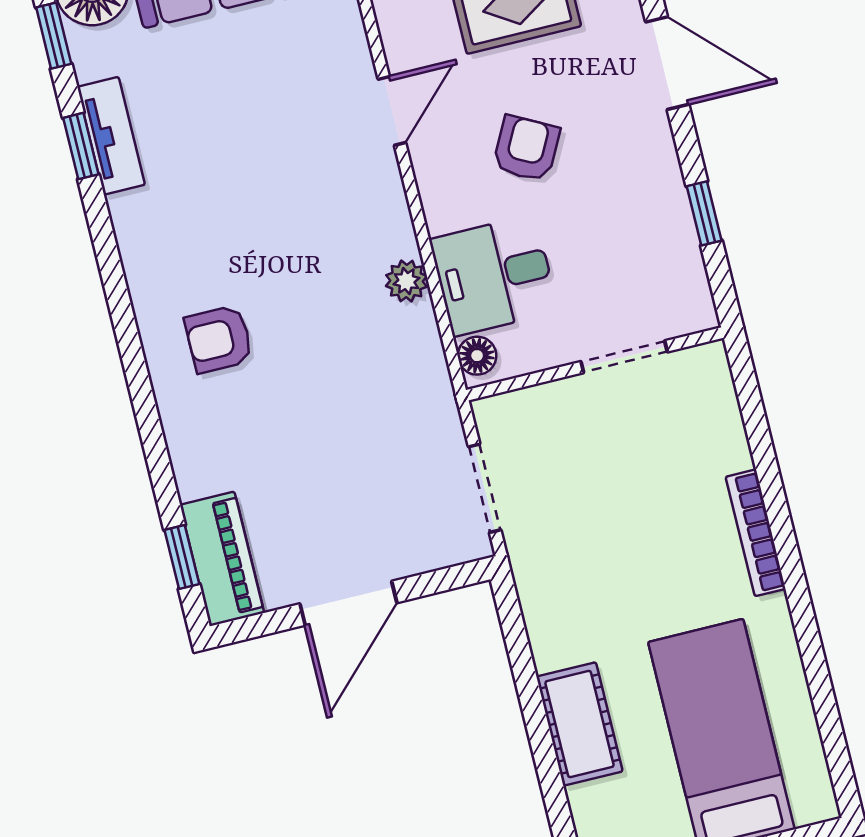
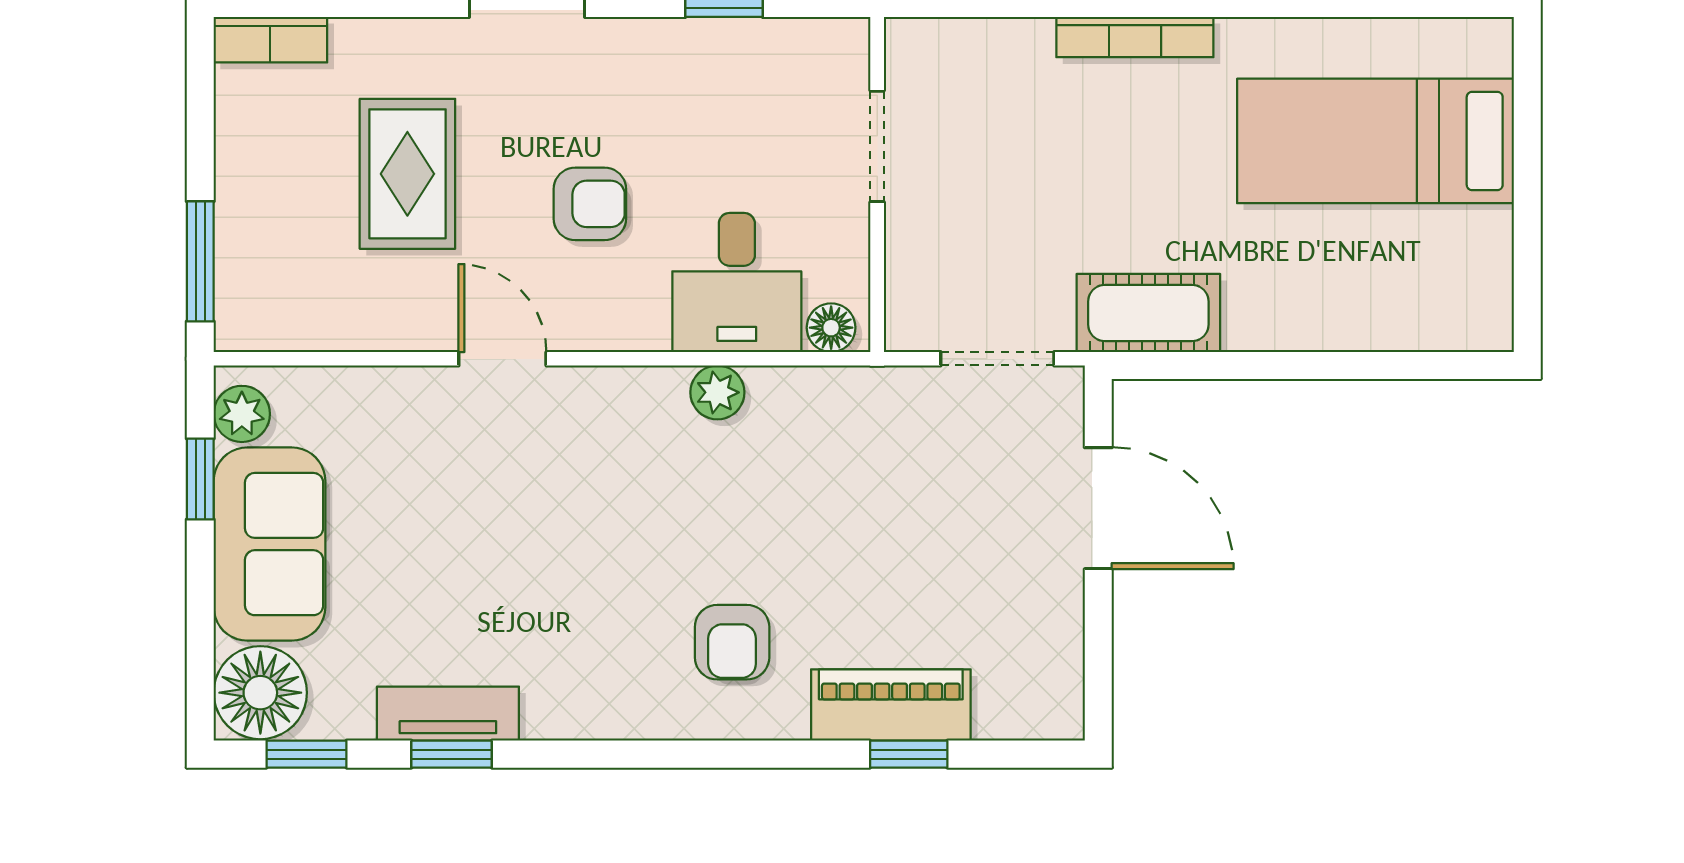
armchair: (526, 149) -> (590, 204), turned 152
window: (182, 557) -> (909, 754), moved
piano: (222, 559) -> (891, 705), moved
door: (348, 603) -> (1098, 508), moved
cot: (579, 724) -> (1148, 313), moved

